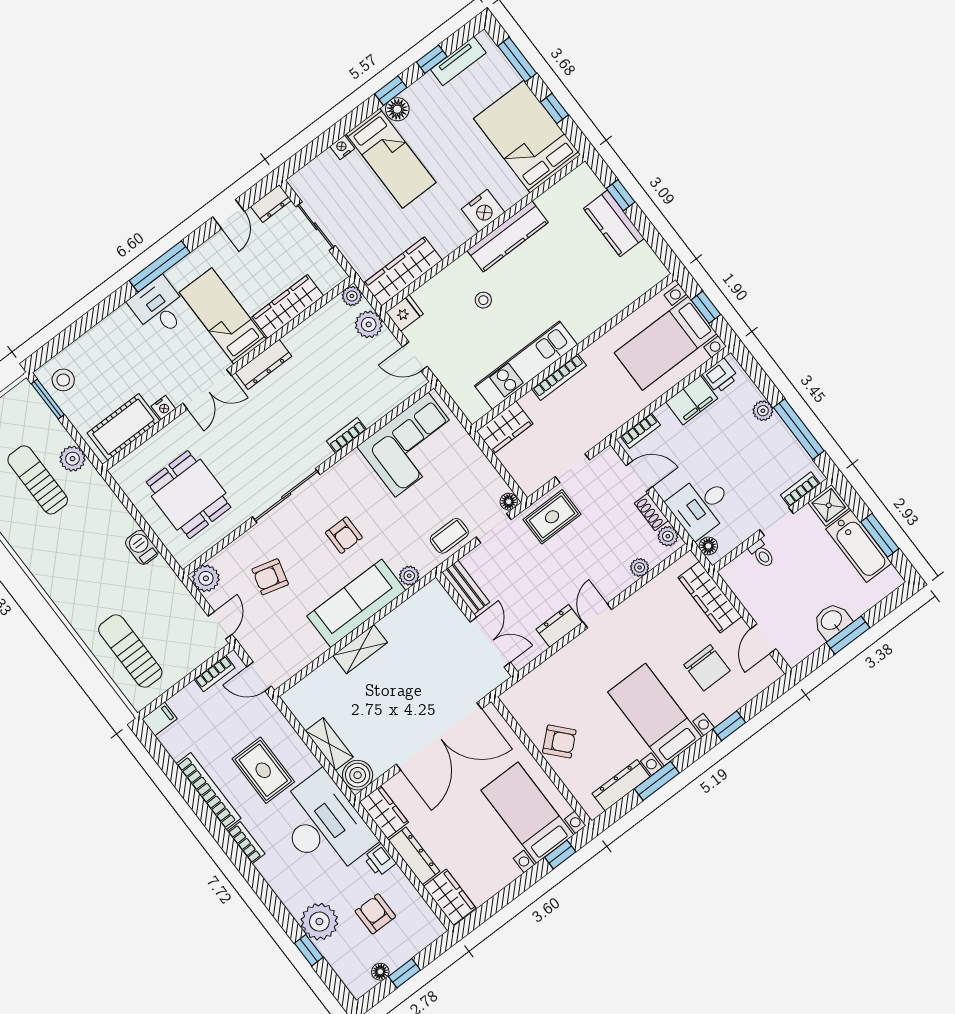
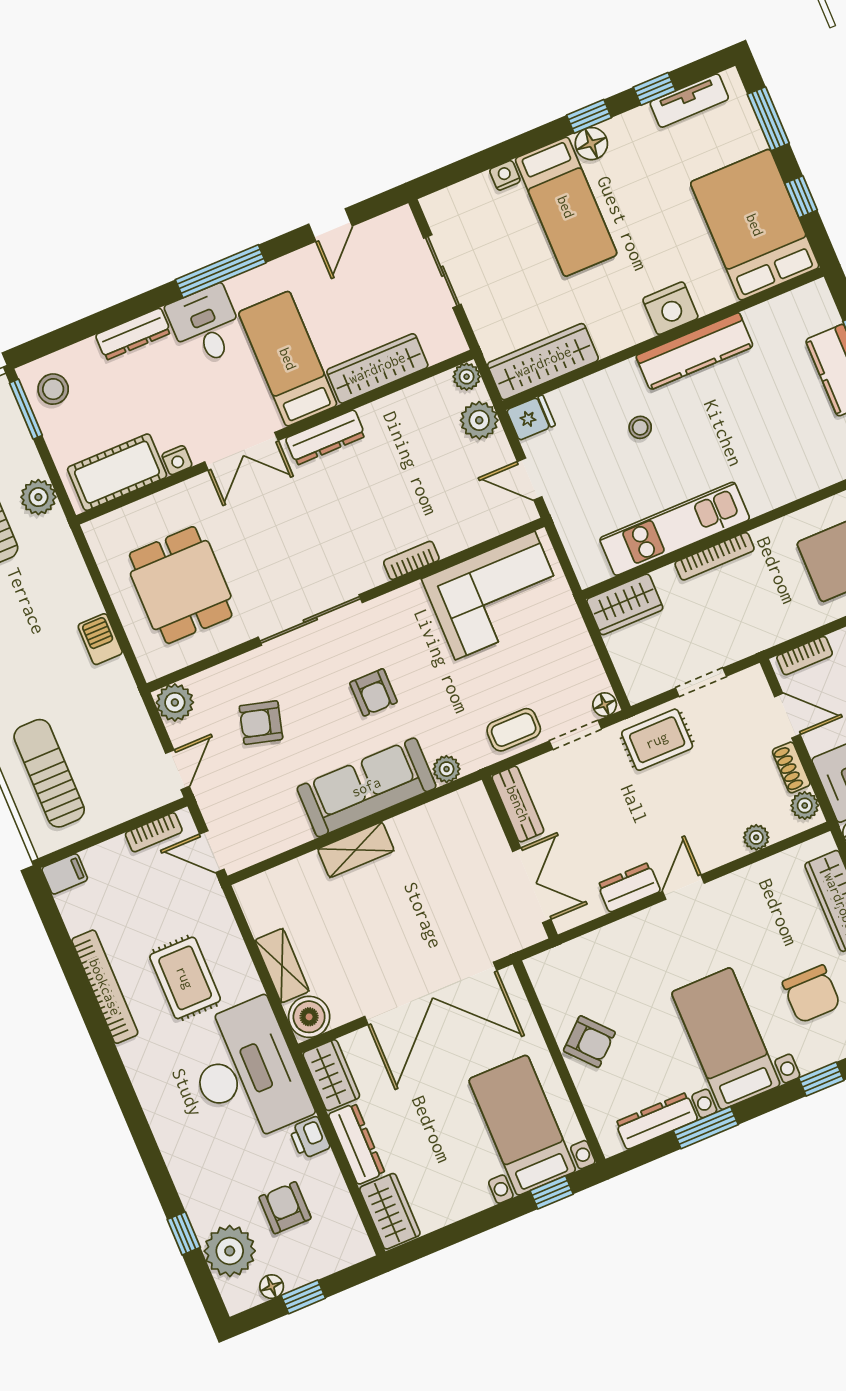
dresser: (271, 204) -> (133, 334), moved, width x1.44
bookcase: (246, 843) -> (137, 1068), removed
plant: (319, 922) -> (230, 1251), moved

